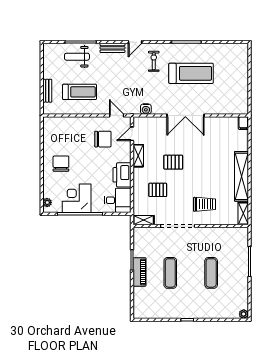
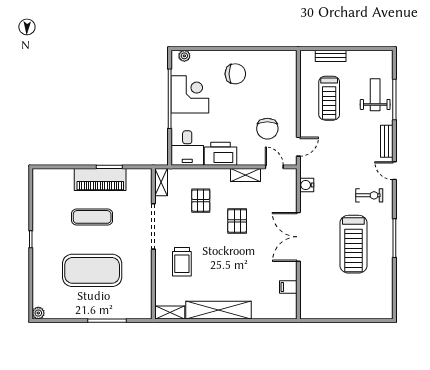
filing cabinet: (243, 123) -> (288, 287), moved
piano: (140, 272) -> (100, 179), width x1.37, depth x1.33
exercise mat: (211, 273) -> (92, 270), width x2.00, depth x1.45

